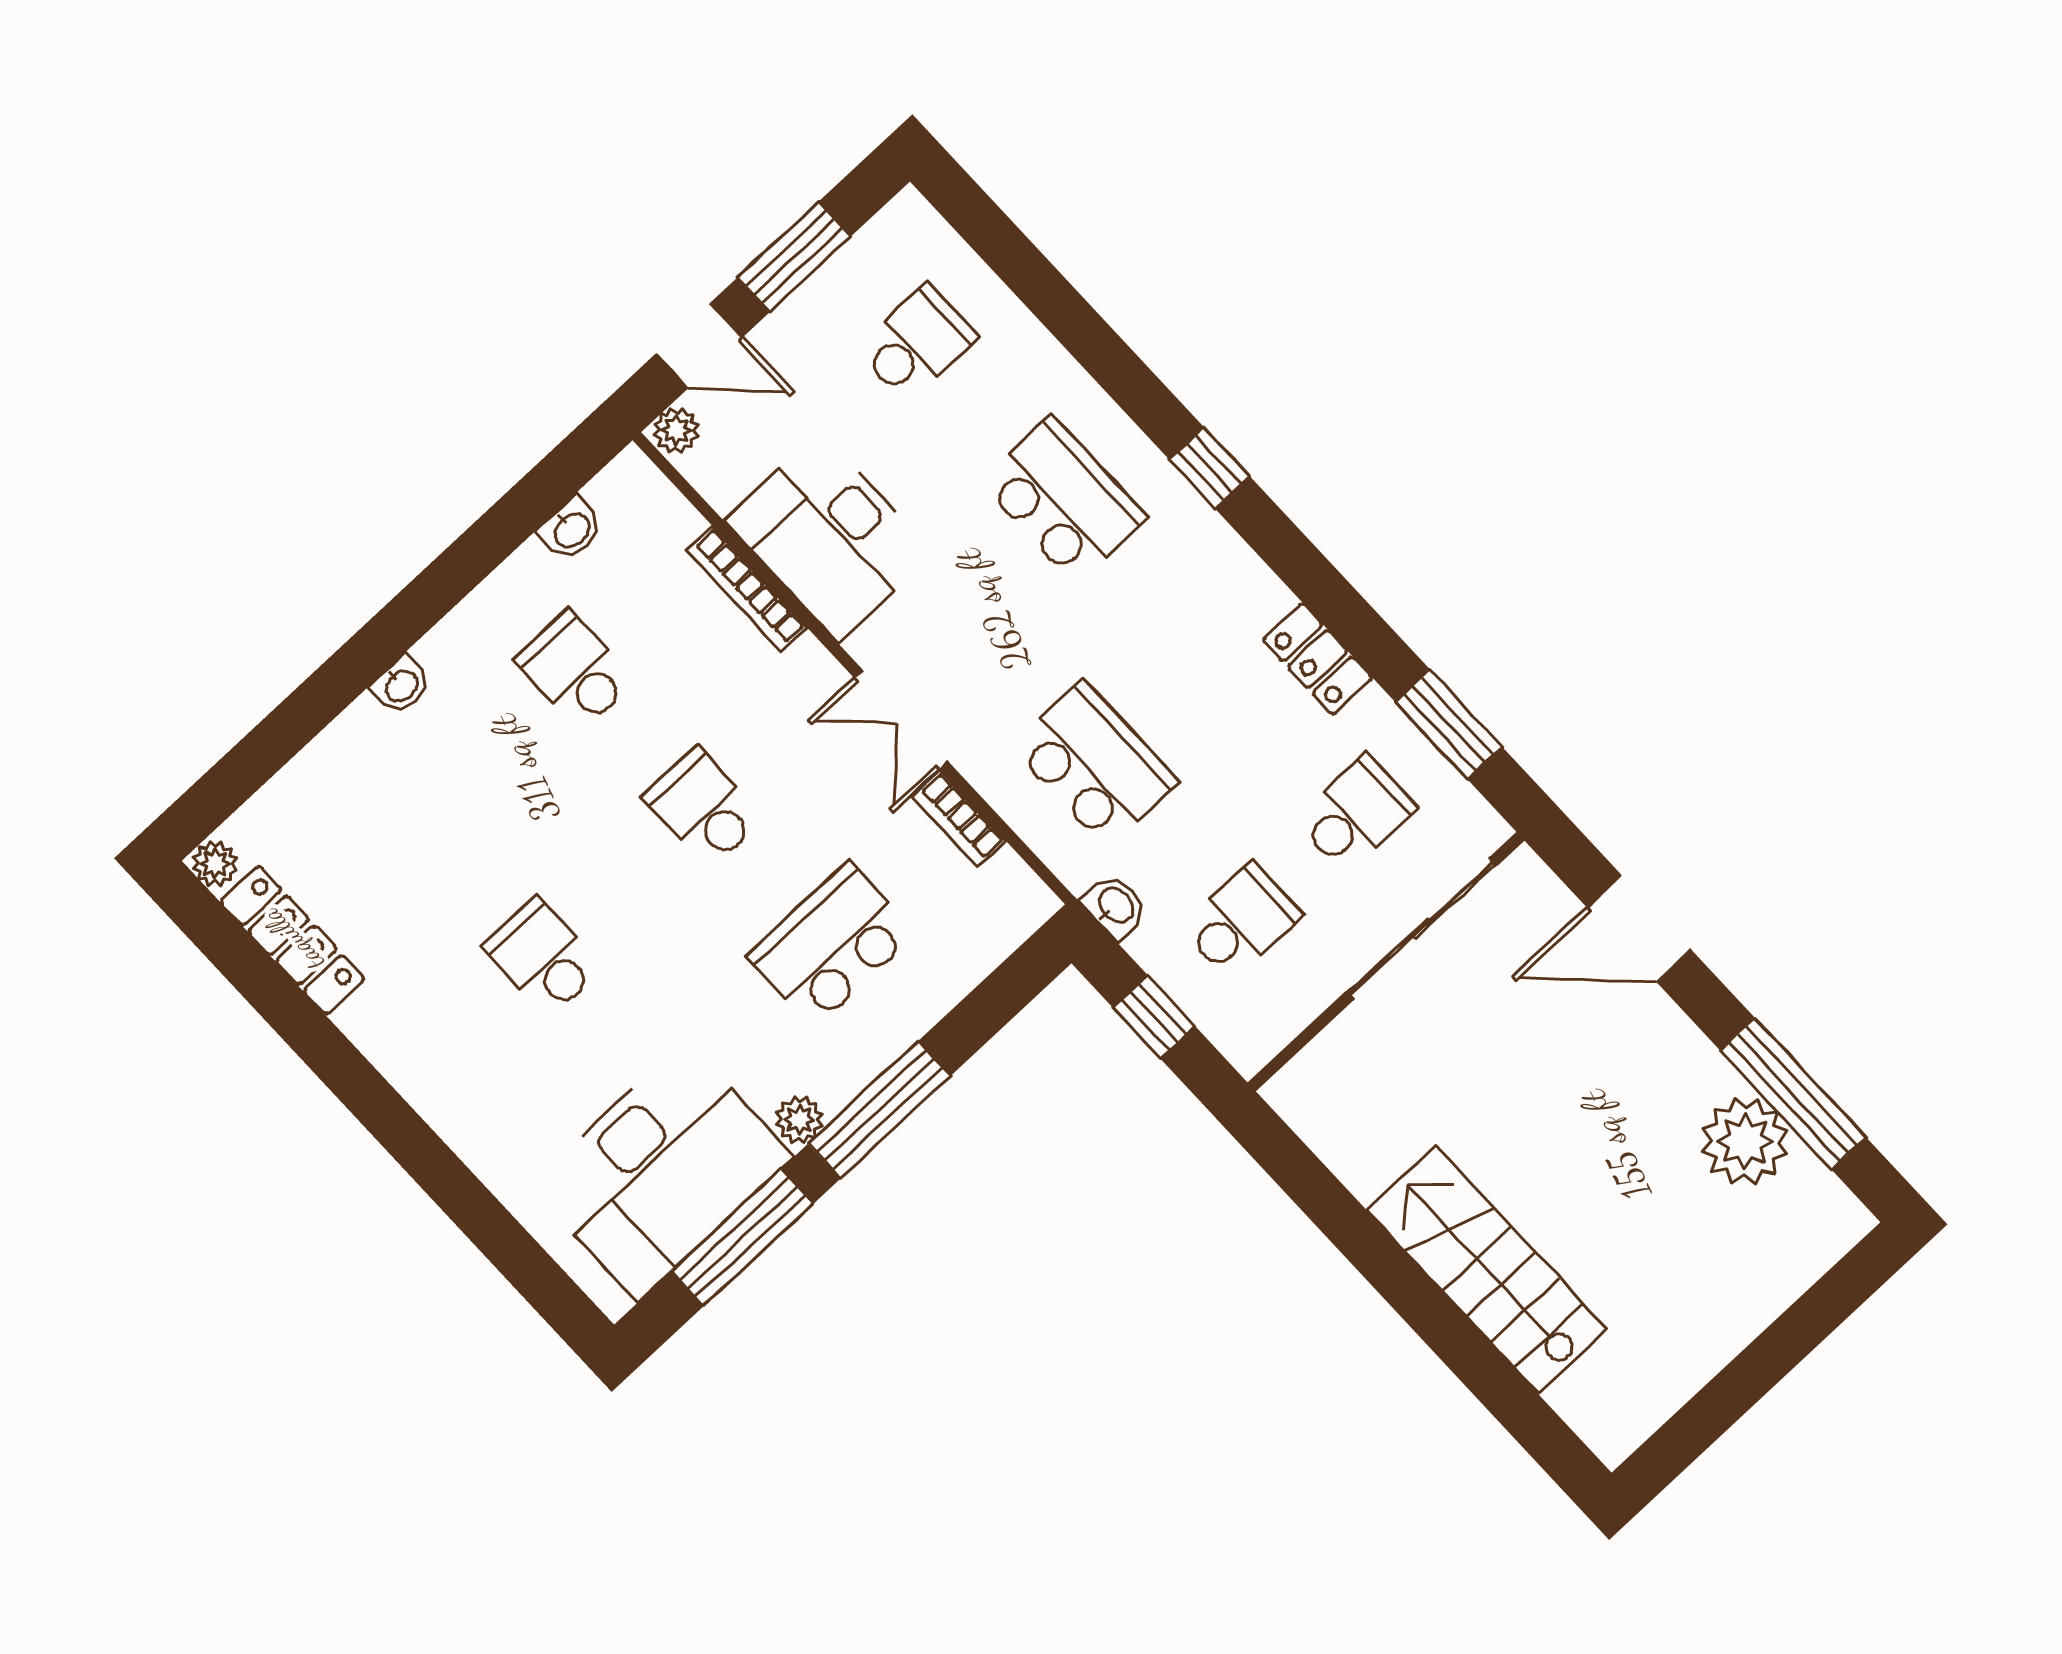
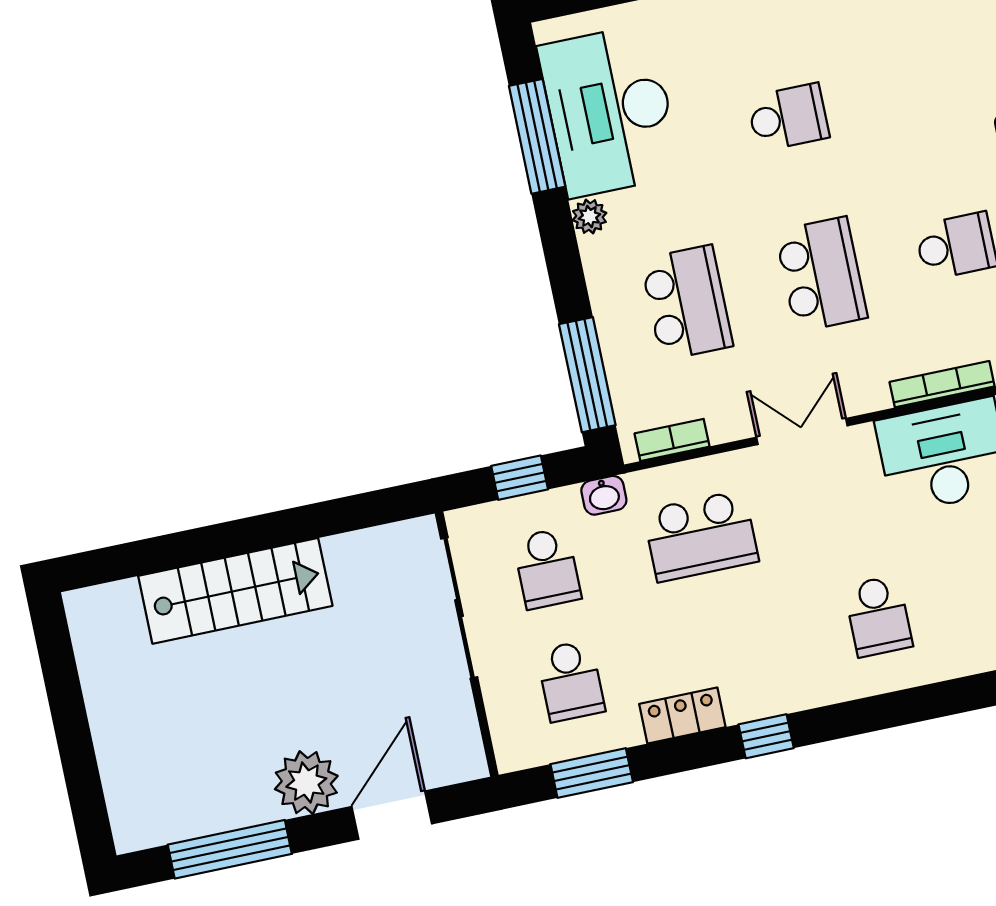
window: (1209, 468) -> (766, 736), moved
school desk: (1063, 500) -> (878, 616), width x0.54
school desk: (703, 808) -> (821, 274), width x1.85
bookcase: (959, 819) -> (672, 440), moved
sliding door: (1422, 928) -> (459, 608), moved
window: (879, 1110) -> (587, 375), moved
plant: (1745, 1142) -> (306, 783), moved

